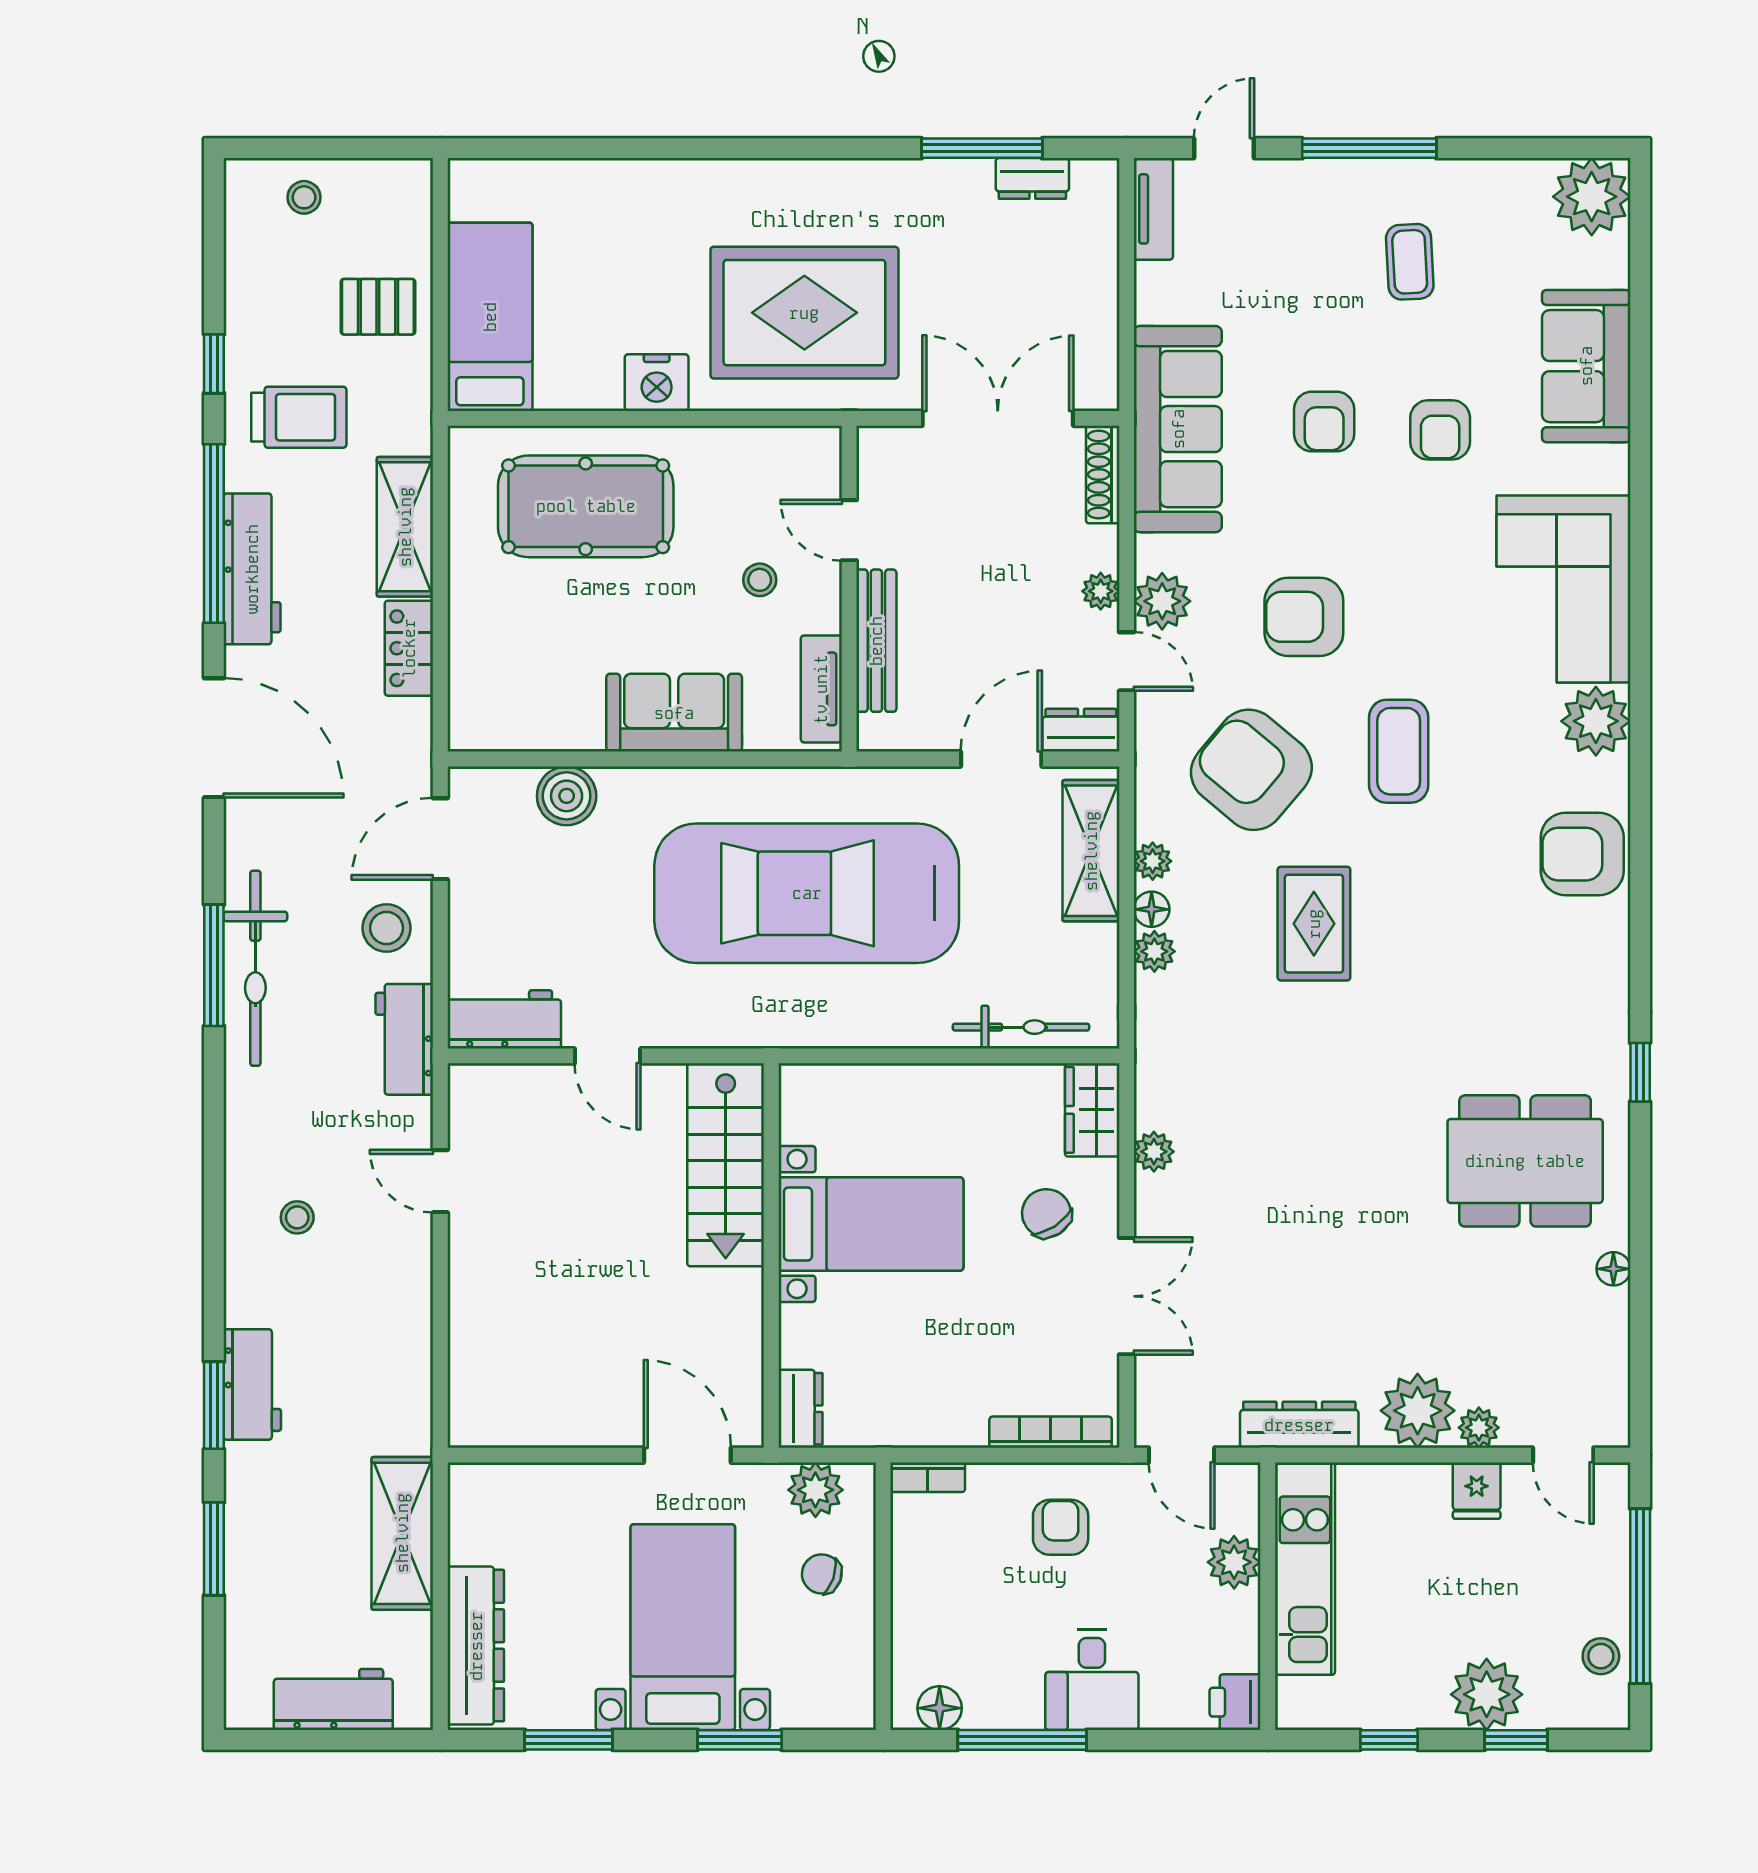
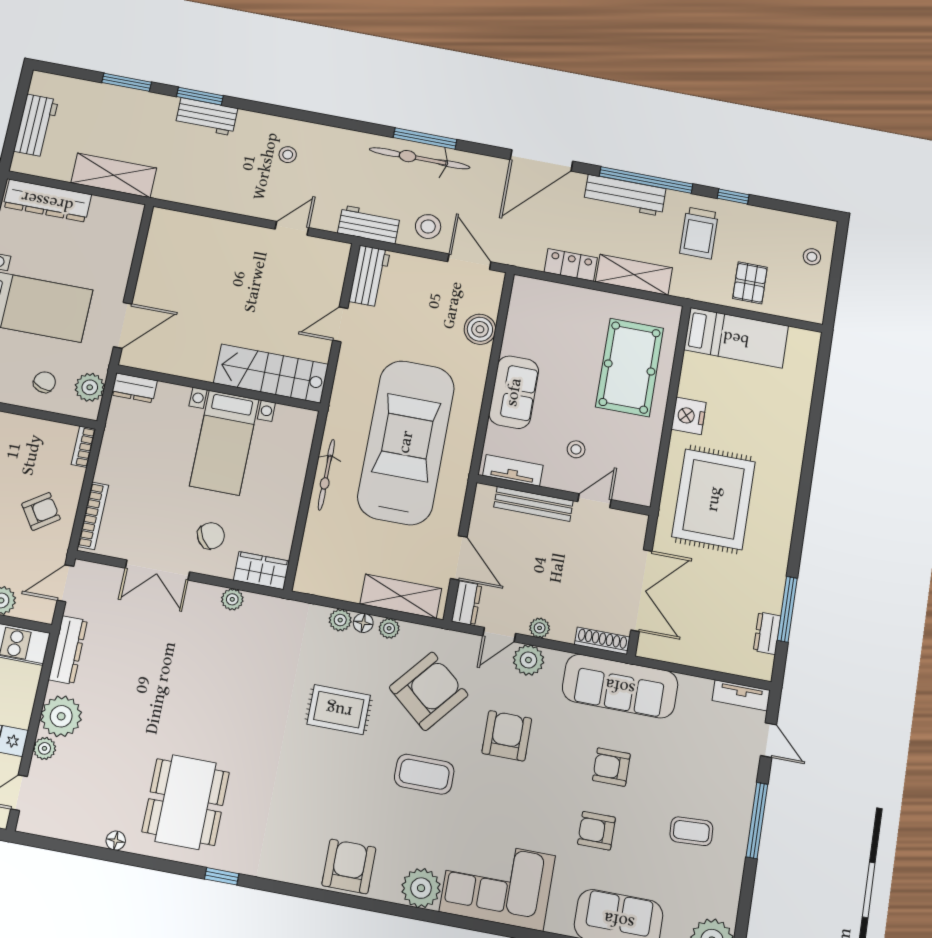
bicycle: (1021, 1027) -> (326, 475), moved
armchair: (1061, 1527) -> (41, 511), turned -34

